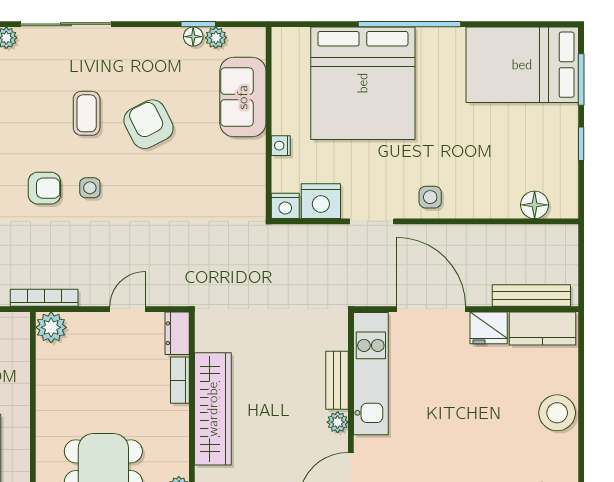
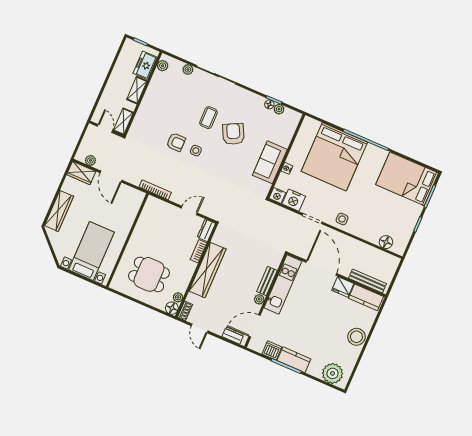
sofa: (243, 97) -> (270, 162), moved
plant: (51, 327) -> (153, 204), removed

